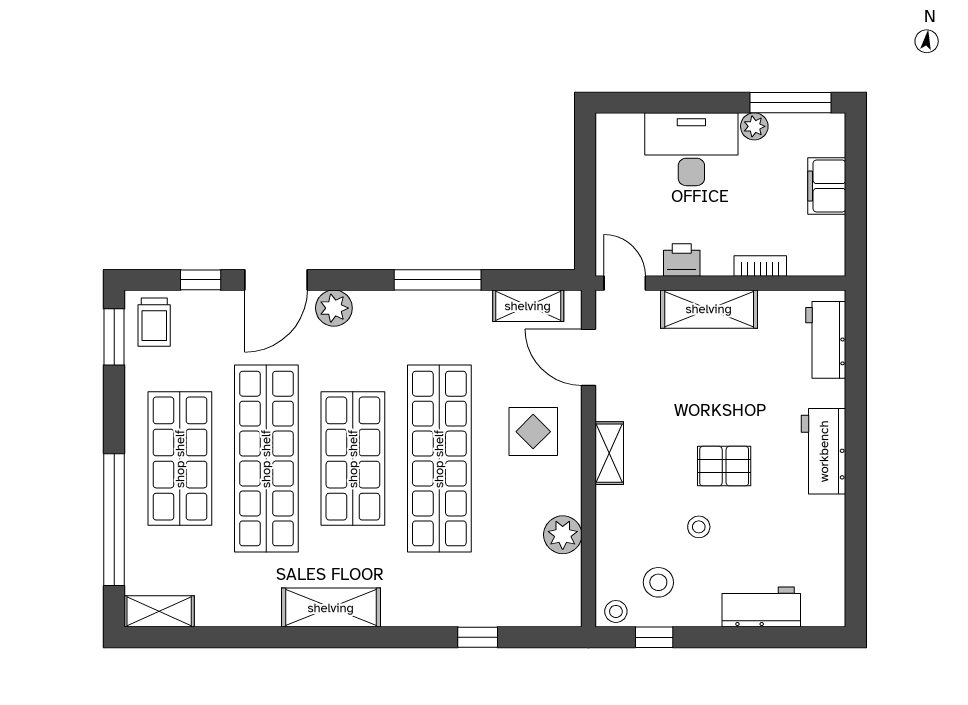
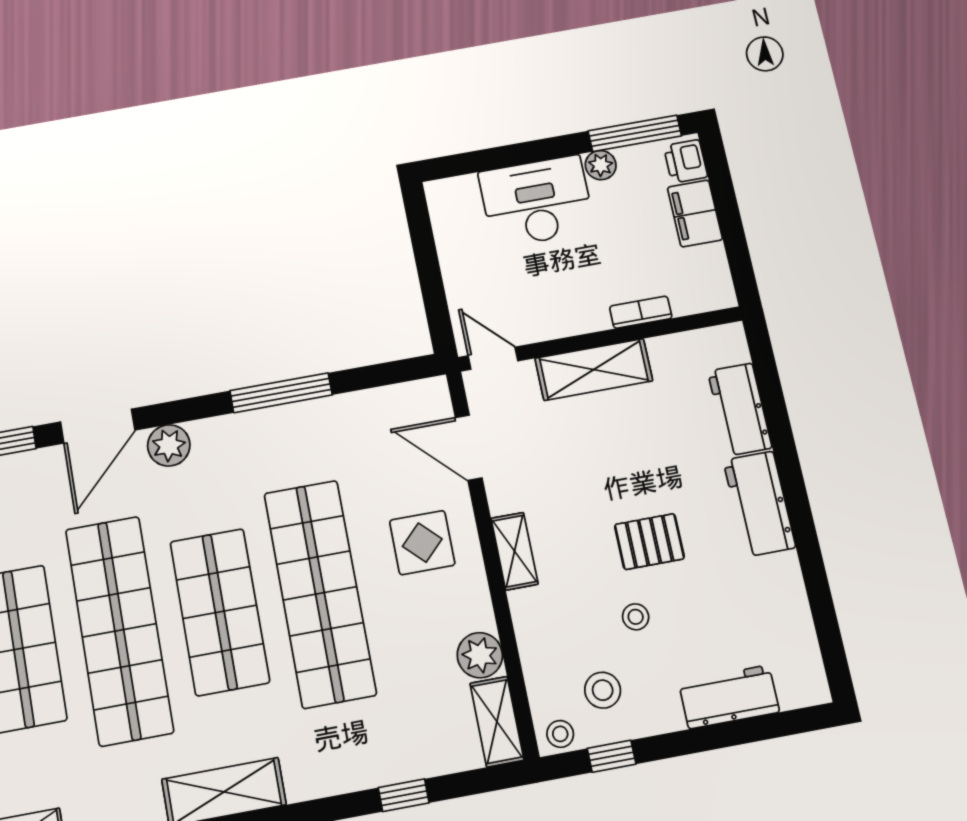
printer: (682, 260) -> (686, 161), moved, turned -90
shelving: (528, 306) -> (497, 722), moved, turned 90
workbench: (826, 340) -> (740, 409), moved

